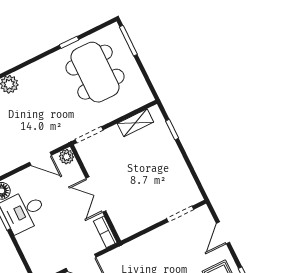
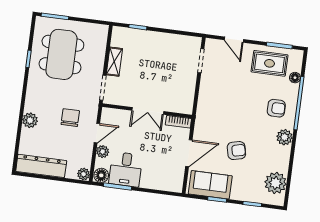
dining table: (95, 72) -> (61, 54), turned 90
chair: (38, 122) -> (70, 118), added
shelving: (135, 123) -> (114, 62), moved
plant: (67, 157) -> (103, 152), moved

